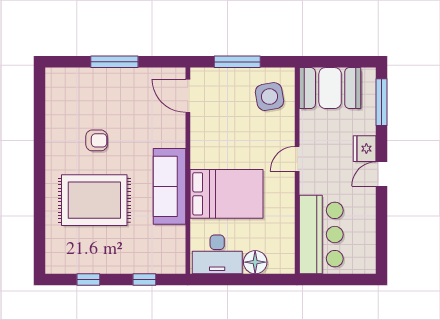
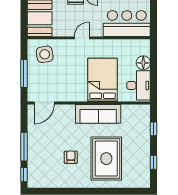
window: (67, 62) -> (24, 175), added
door: (297, 159) -> (82, 38), swing flipped

